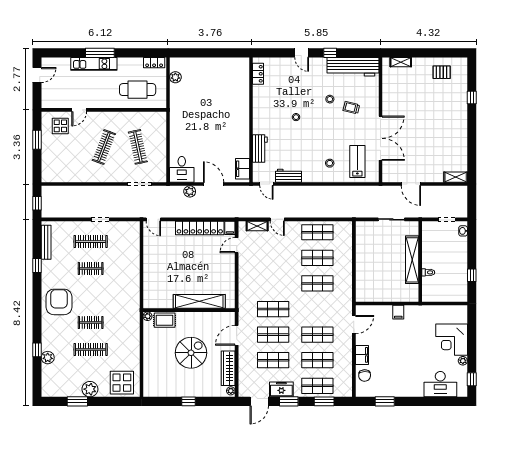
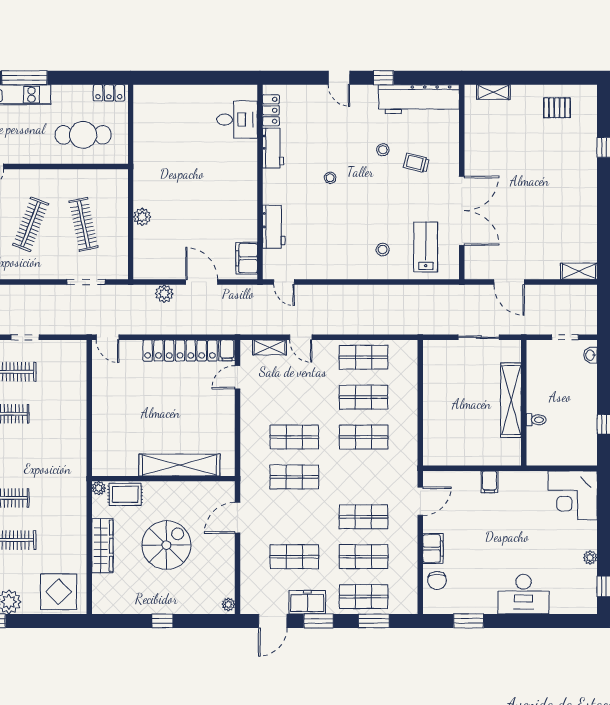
plant: (175, 77) -> (142, 217), moved
desk: (182, 169) -> (237, 120), moved, turned -90
workbench: (288, 176) -> (273, 148), moved, turned 90
shop shelf: (273, 335) -> (294, 437), moved
corner desk: (452, 340) -> (573, 495), moved
wardrobe: (228, 368) -> (102, 546), moved, turned 180
desk: (440, 384) -> (524, 594), moved

